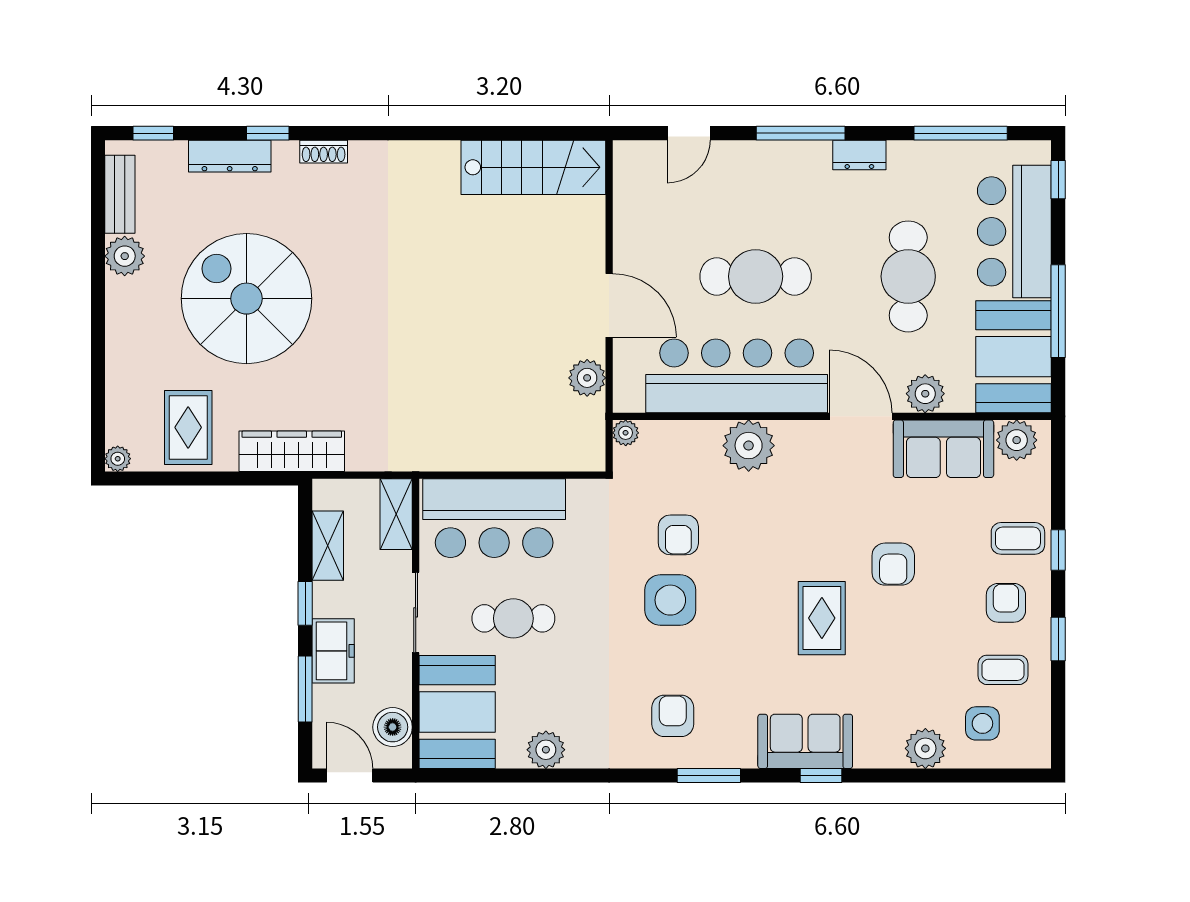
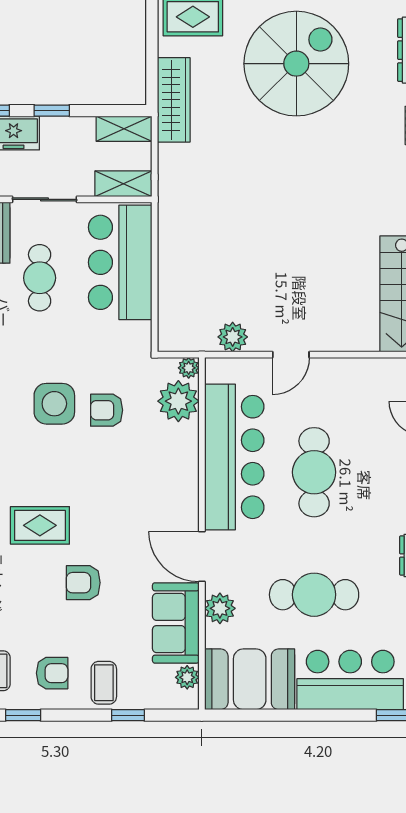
door: (609, 305) -> (291, 355), width x0.73
window: (1058, 311) -> (286, 715), removed
door: (861, 416) -> (202, 557), swing flipped
plant: (1017, 440) -> (187, 677), width x0.73, depth x0.73
plant: (749, 446) -> (178, 401), moved
shelving: (328, 546) -> (124, 129), moved
window: (1058, 550) -> (128, 715), moved

